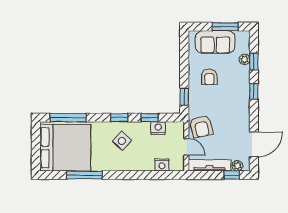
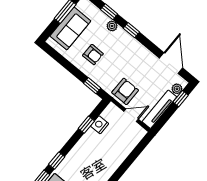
plant: (244, 59) -> (112, 26), moved
window: (119, 118) -> (57, 161), moved
armchair: (201, 126) -> (125, 91), turned -77
side table: (122, 141) -> (87, 160), removed
nightstand: (162, 165) -> (129, 145), removed

